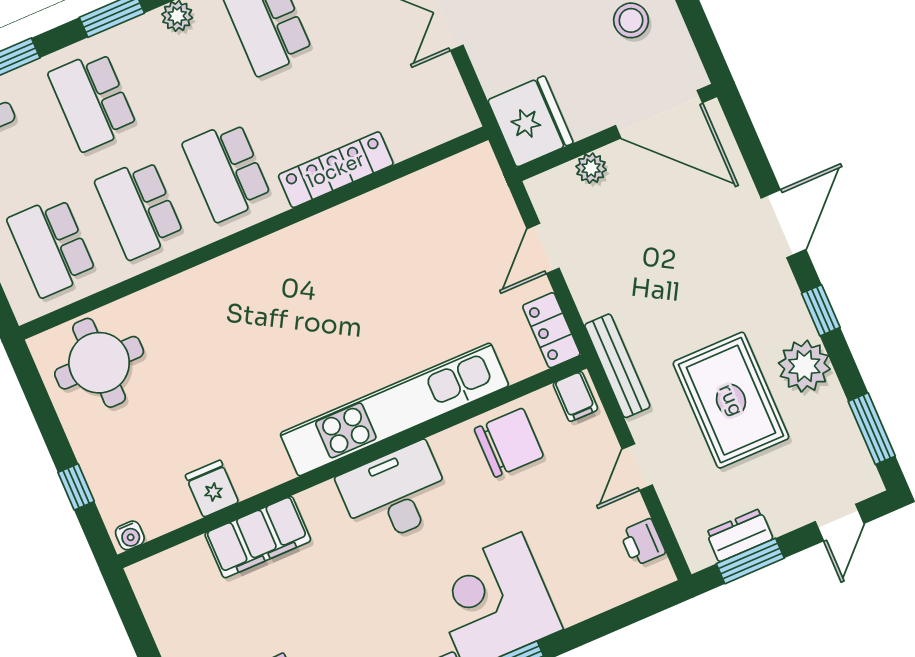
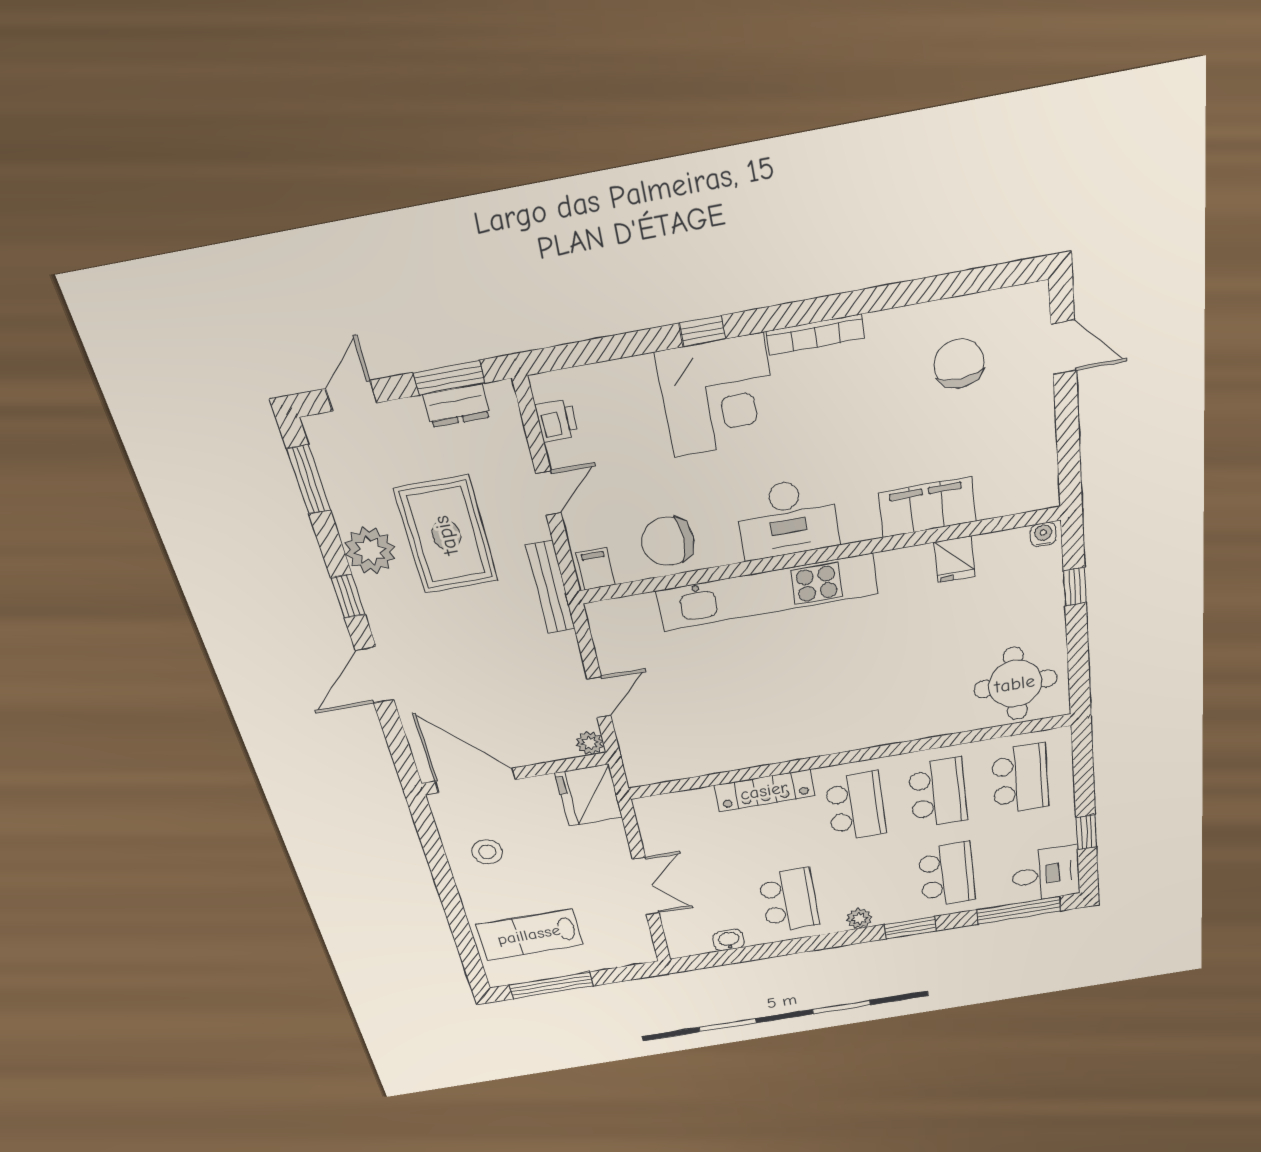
plant: (591, 168) -> (590, 743), moved
locker: (551, 330) -> (606, 630), removed

